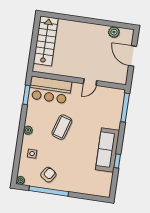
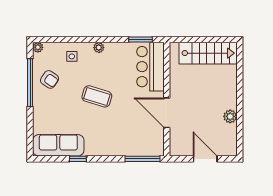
plant: (114, 32) -> (230, 116), moved
door: (133, 56) -> (205, 159), hinge flipped
door: (90, 82) -> (167, 113), width x1.87
coffee table: (62, 127) -> (97, 96), moved
sofa: (107, 150) -> (58, 145), moved

